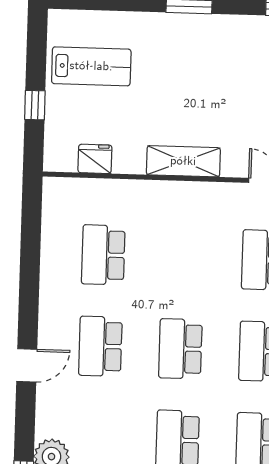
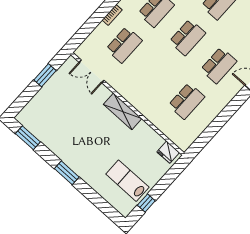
window: (35, 105) -> (146, 203), moved
fridge: (95, 159) -> (168, 152), moved

